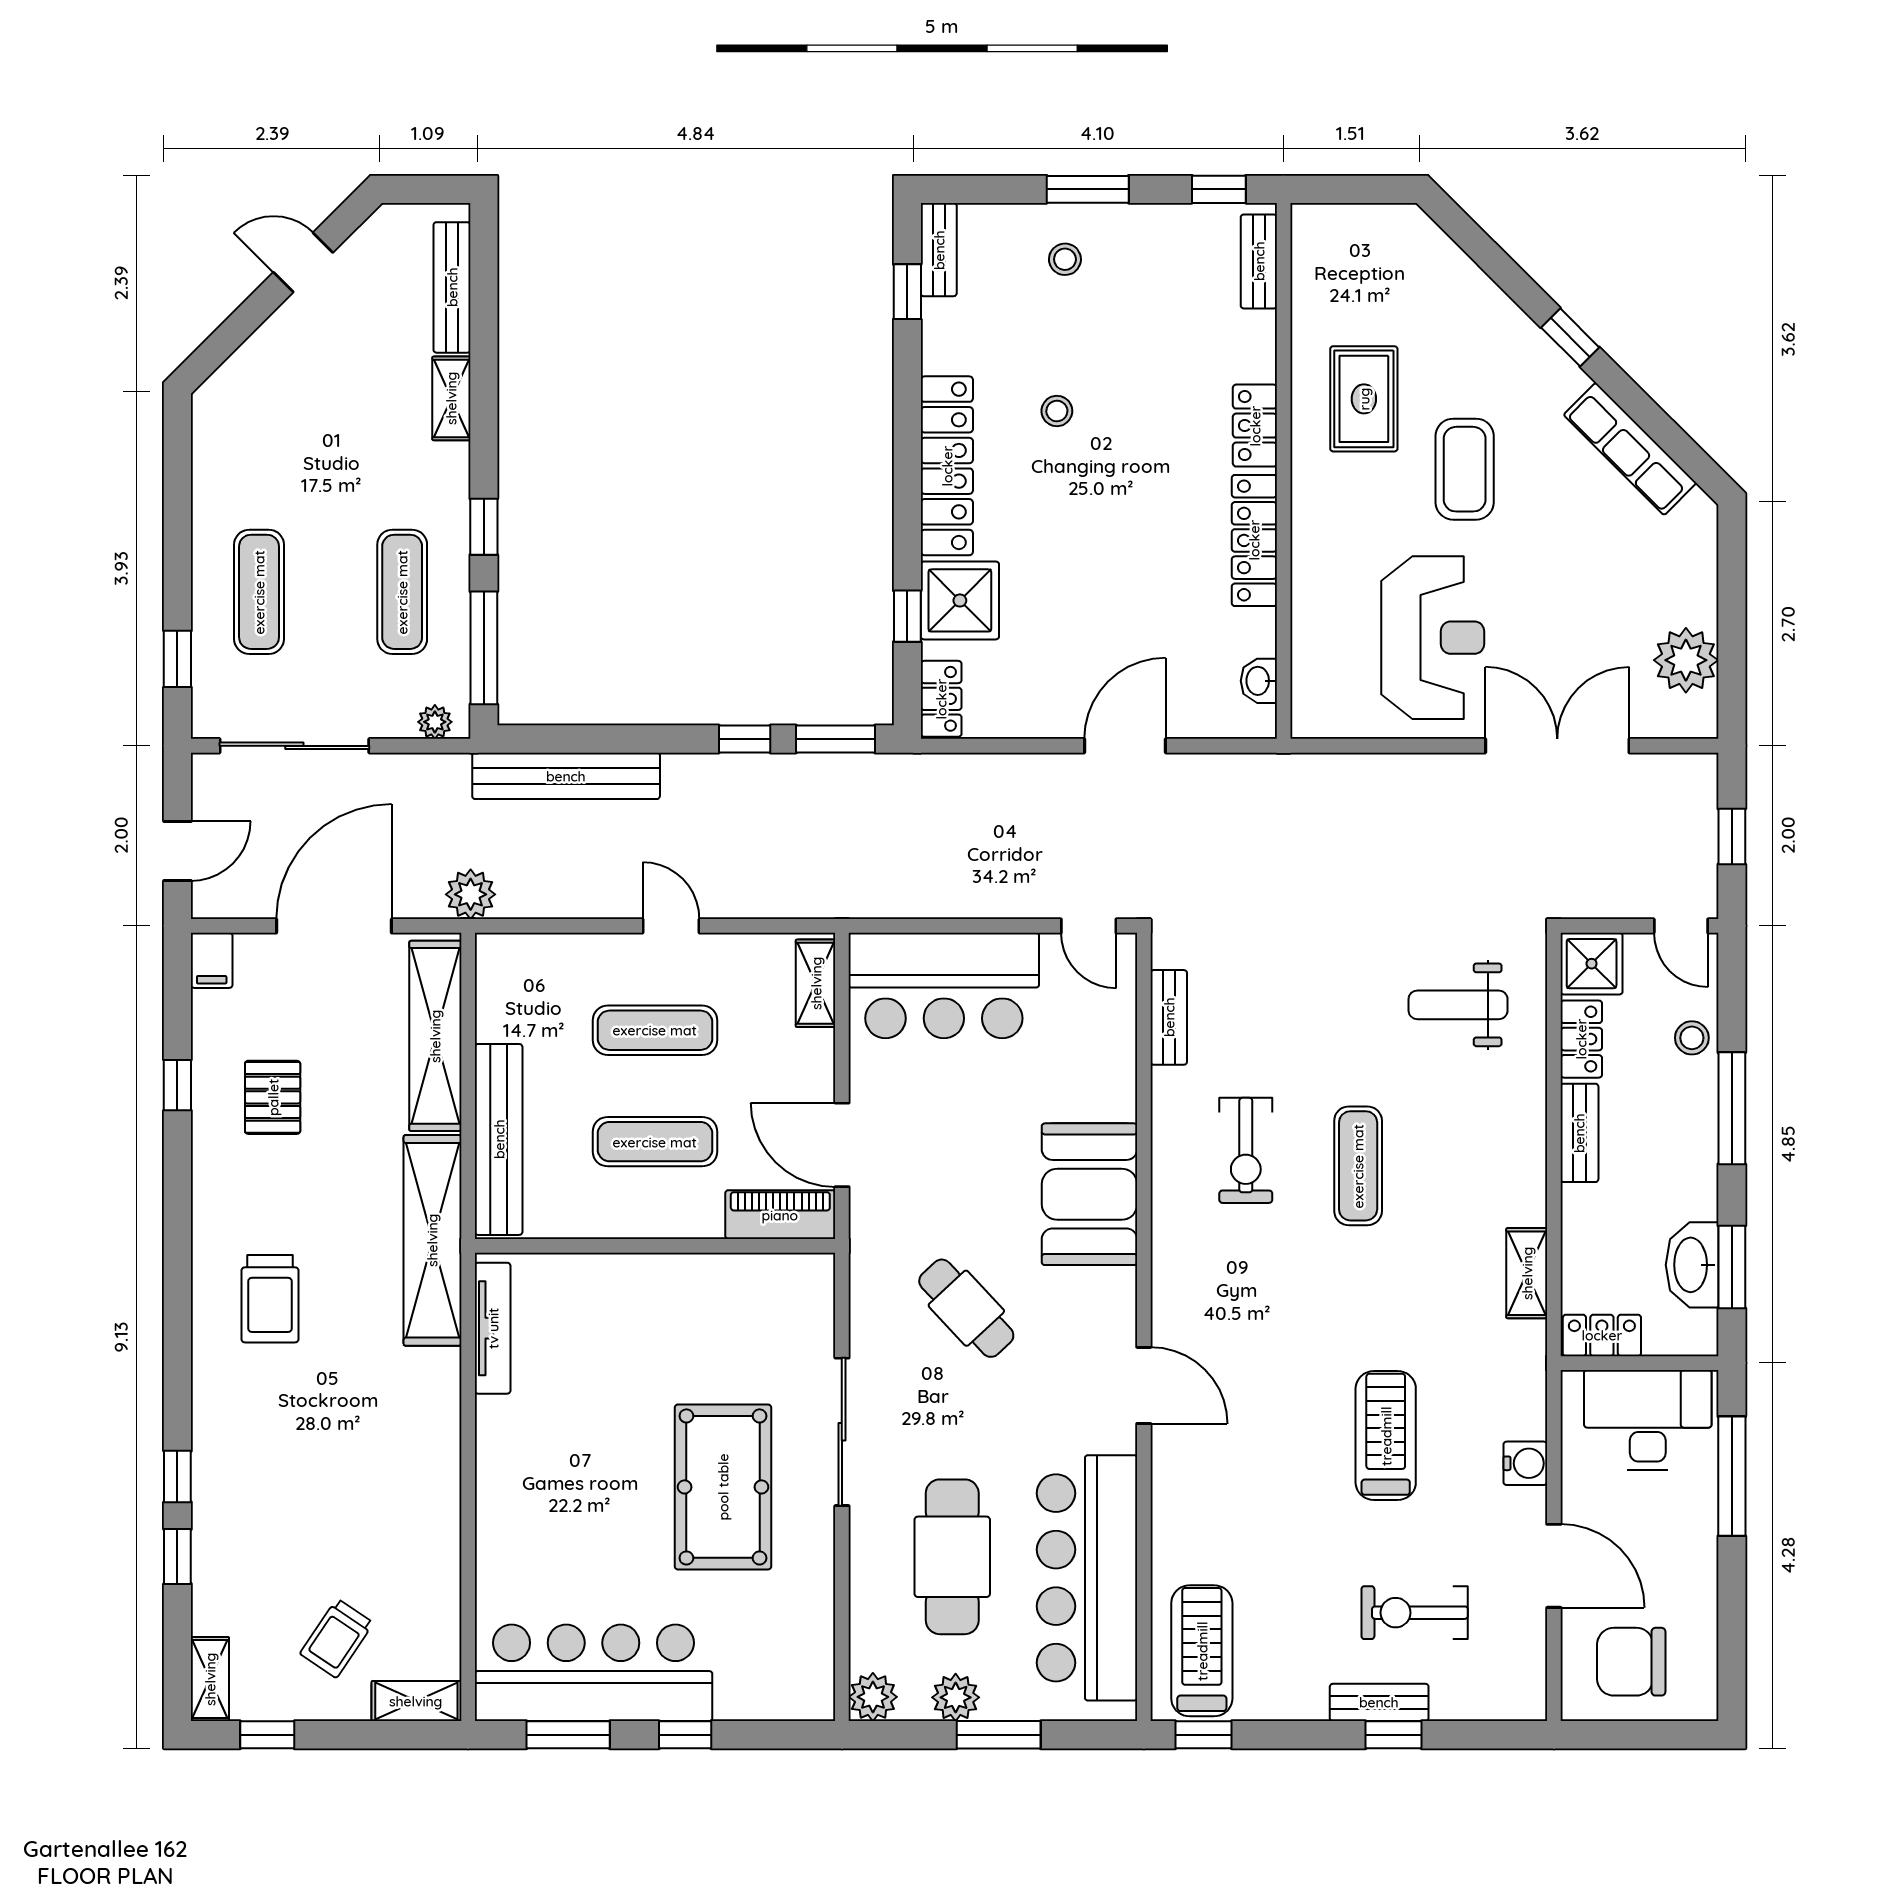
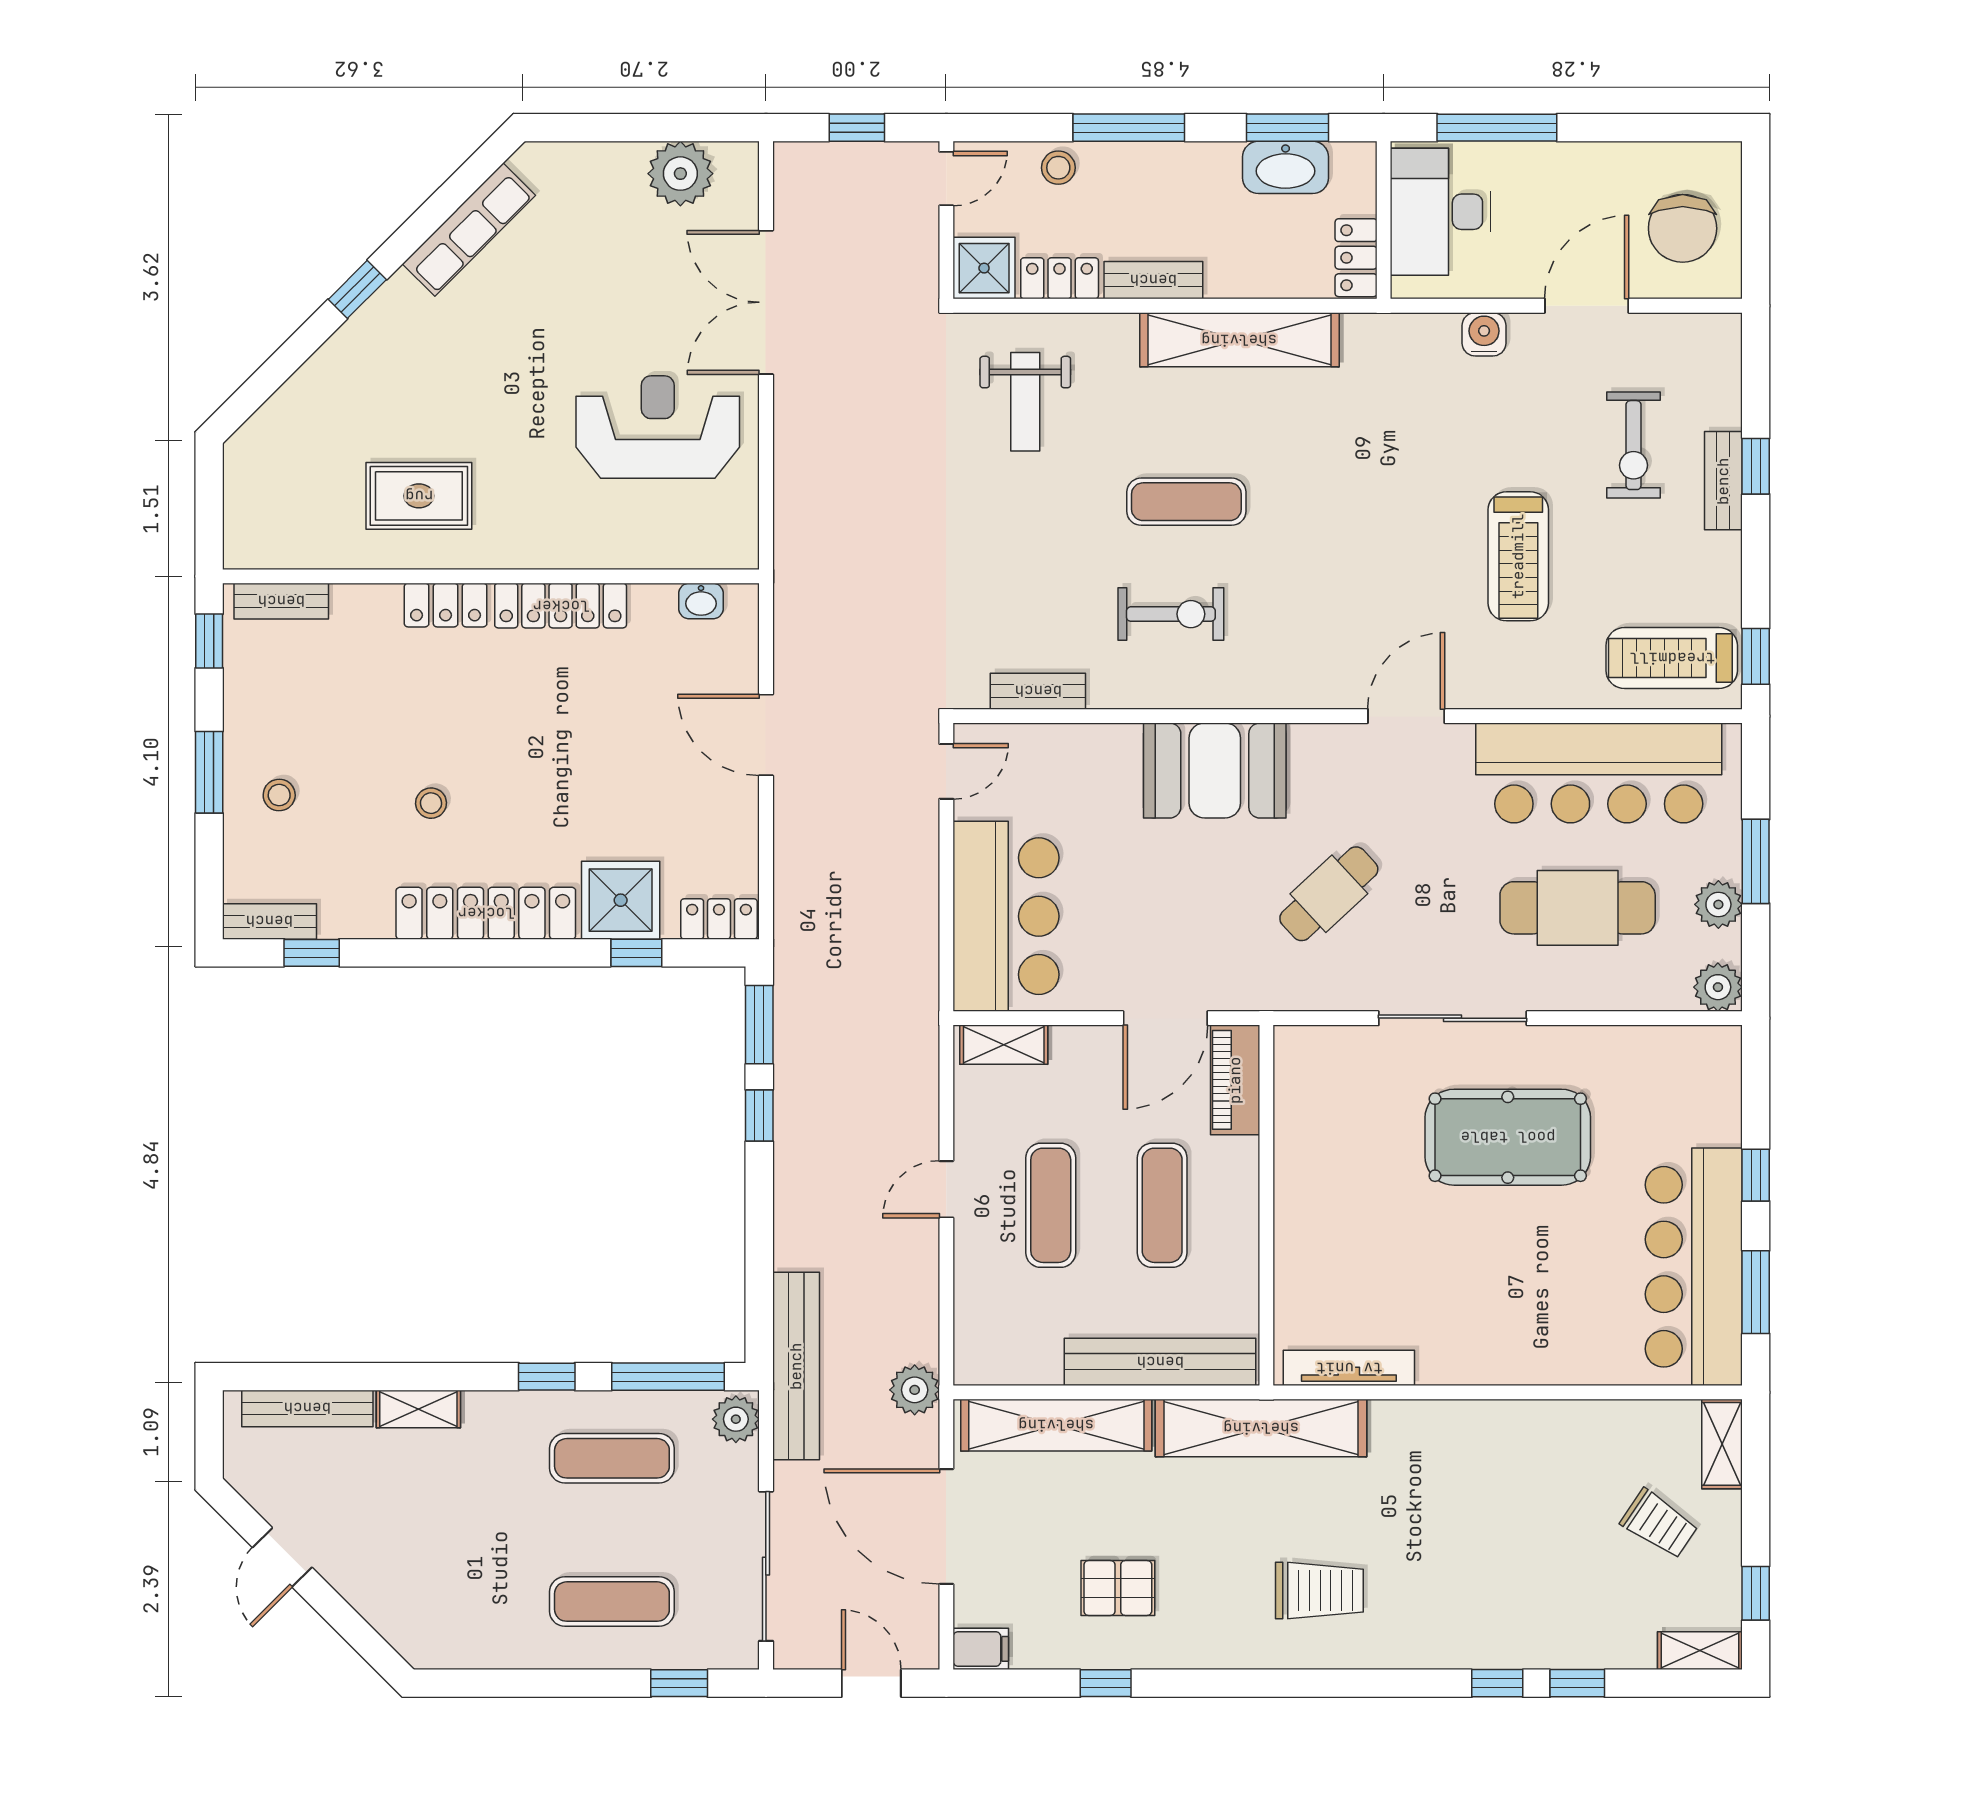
coffee table: (1465, 469) -> (489, 395), removed
plant: (435, 722) -> (736, 1419), width x1.38, depth x1.38
bench: (566, 776) -> (796, 1366), moved
shelving: (1527, 1273) -> (1239, 340), width x2.20, depth x1.33
treadmill: (1386, 1436) -> (1518, 556), moved, turned -90

